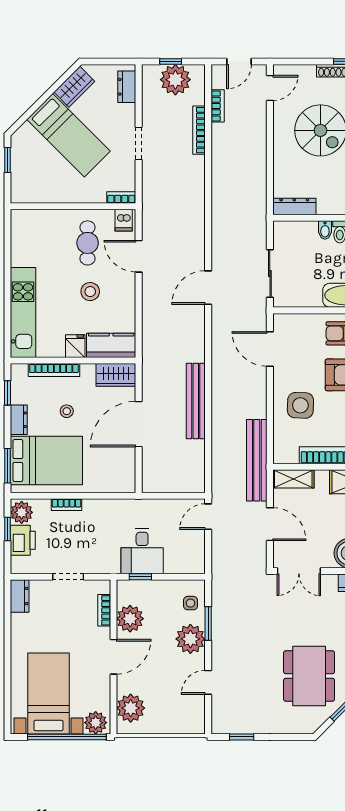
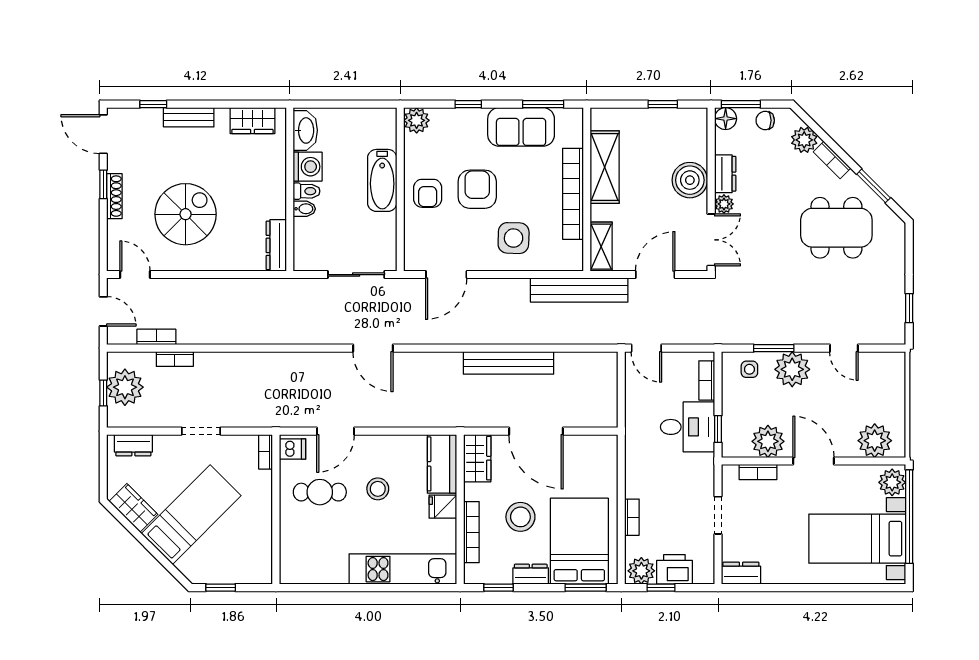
bookcase: (199, 130) -> (175, 359), width x0.64
stool: (67, 411) -> (520, 517), width x1.89, depth x1.89
bookcase: (181, 567) -> (707, 380), added
plant: (329, 582) -> (724, 204), added

